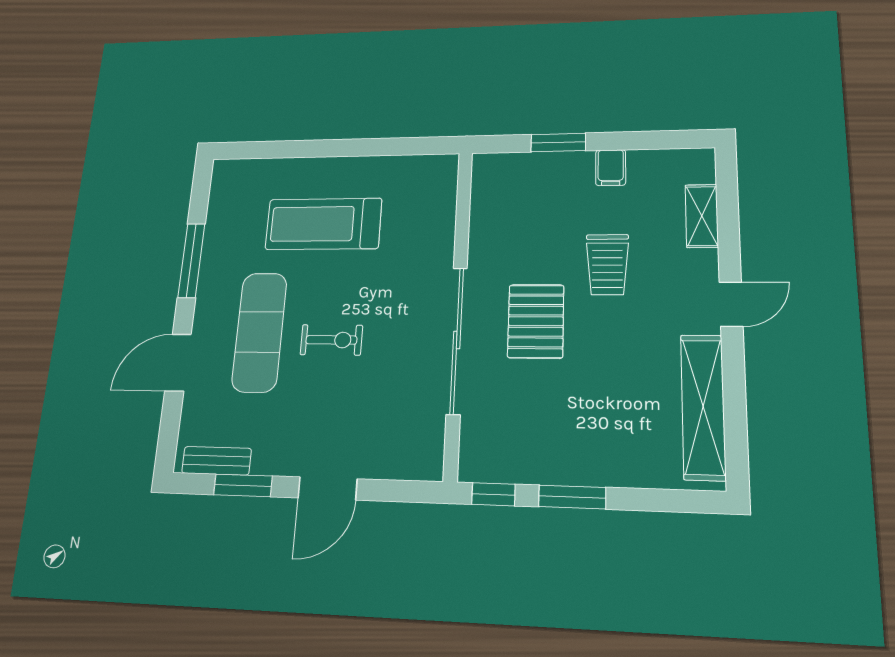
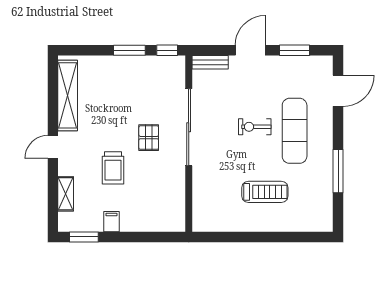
window: (558, 143) -> (84, 237), moved
treadmill: (323, 224) -> (265, 192), width x0.73, depth x0.73
trolley: (607, 265) -> (113, 168), turned 180
pallet: (536, 321) -> (149, 138), width x0.67, depth x0.71
door: (178, 363) -> (338, 91), moved
bench: (217, 461) -> (210, 62), moved

